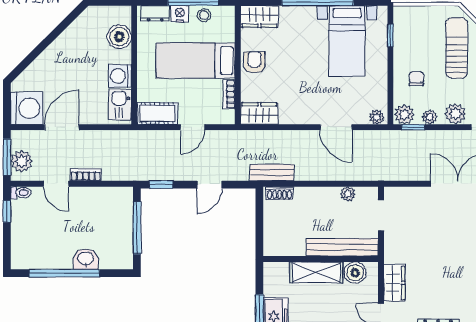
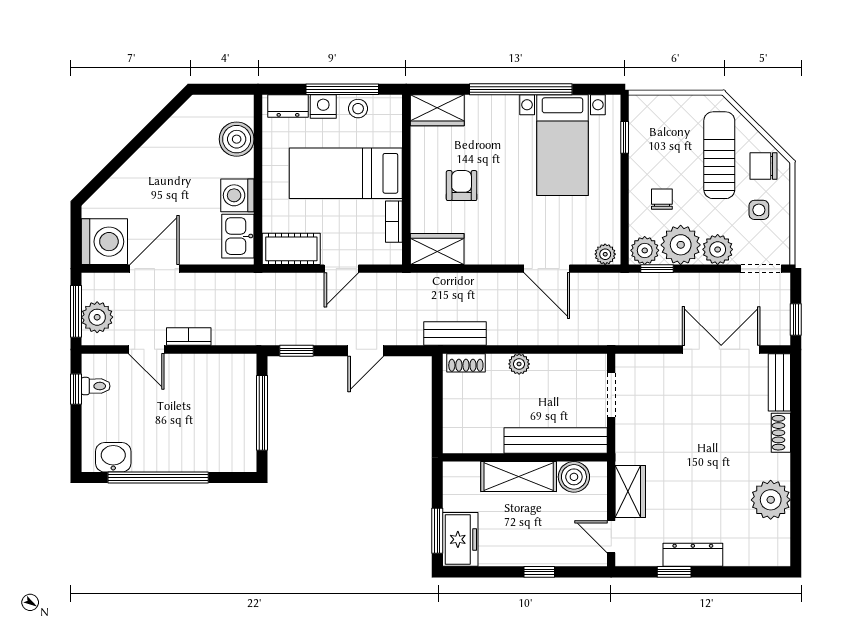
armchair: (254, 62) -> (462, 186), moved
plant: (430, 117) -> (681, 245), width x1.88, depth x1.88
toilet: (21, 193) -> (96, 386), moved
plant: (348, 194) -> (519, 364), moved
washbasin: (86, 259) -> (113, 457), moved

